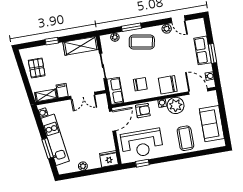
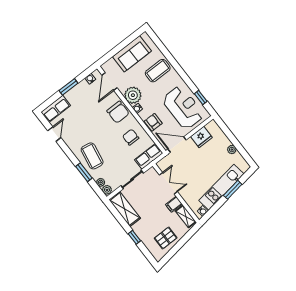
plant: (167, 29) -> (107, 190), moved
row of seats: (203, 50) -> (56, 109), moved
fridge: (109, 159) -> (201, 137), moved, turned -90

